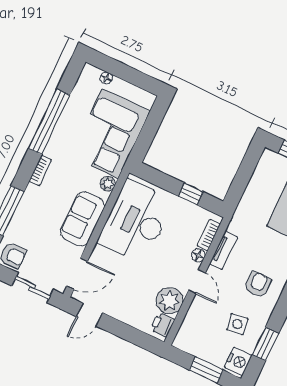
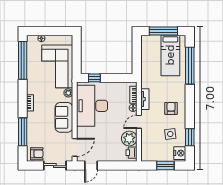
window: (49, 122) -> (23, 60), moved
window: (191, 194) -> (94, 78), moved
door: (197, 282) -> (139, 122), swing flipped

